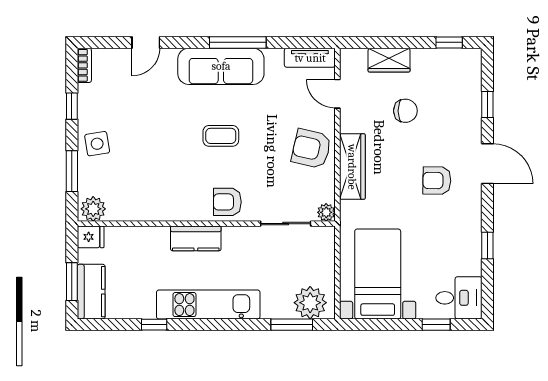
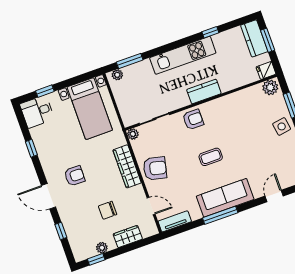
plant: (434, 57) -> (102, 248), added
plant: (310, 303) -> (117, 75), width x0.53, depth x0.53

